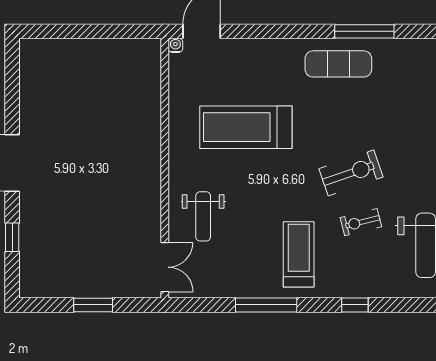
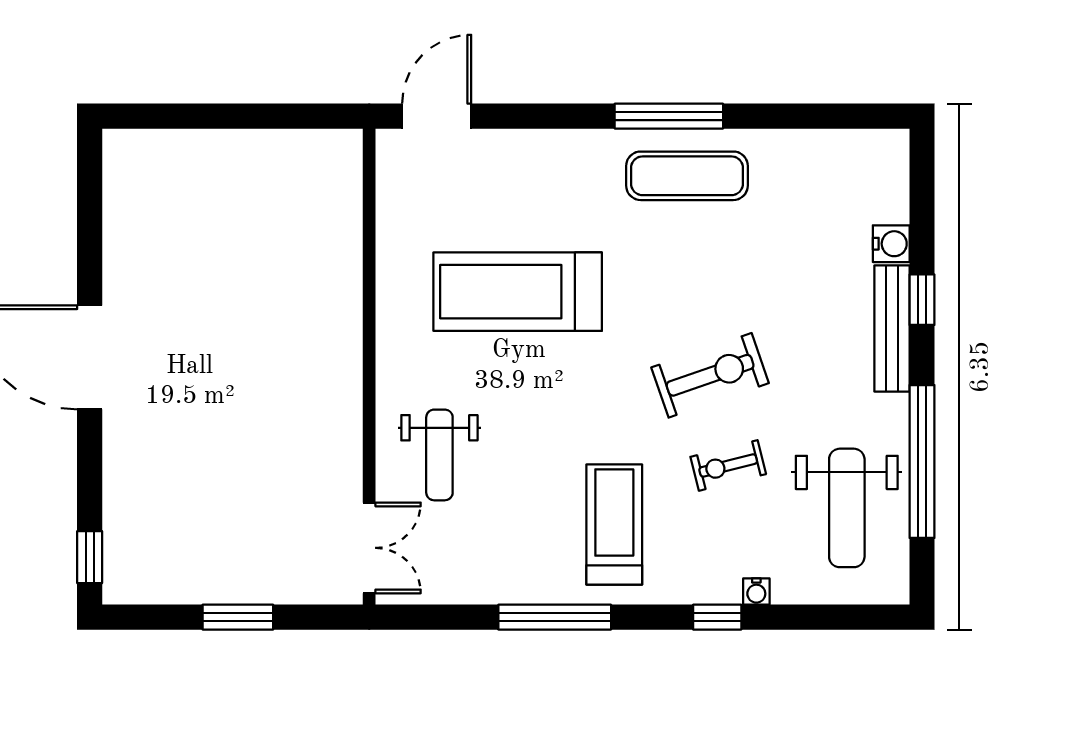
window: (364, 31) -> (669, 116), moved
water cooler: (175, 45) -> (756, 592), moved, turned 180
window: (12, 237) -> (90, 557), moved

